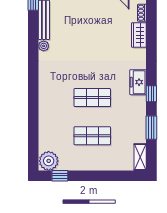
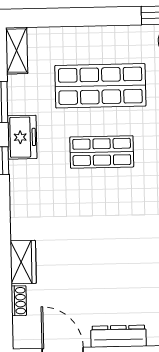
freezer: (138, 82) -> (22, 137), moved
shop shelf: (92, 136) -> (100, 86), width x1.43, depth x1.36

